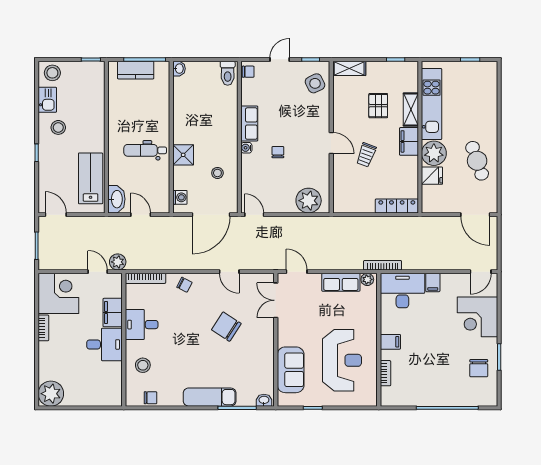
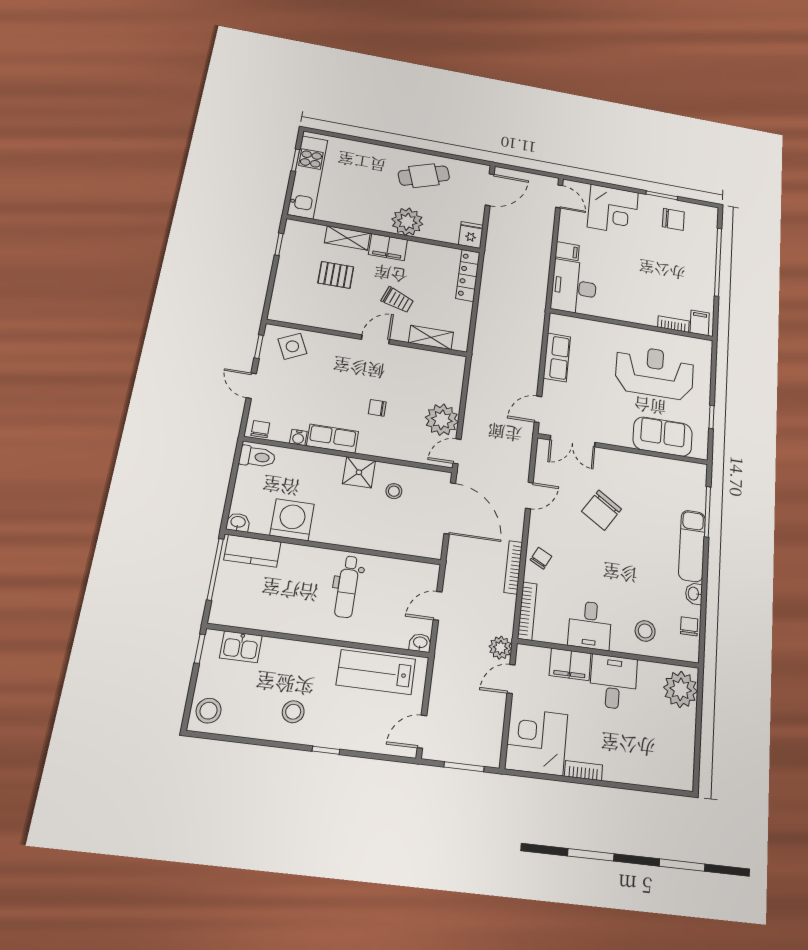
shelving: (349, 68) -> (431, 337), moved, turned 90
kitchen counter: (136, 70) -> (252, 551), moved, turned 90
kitchen sink: (47, 100) -> (241, 647), moved, turned 180
kitchen unit: (432, 104) -> (308, 177), moved, turned 90
water cooler: (246, 148) -> (298, 437), moved
shower: (183, 155) -> (359, 472), moved
fridge: (432, 176) -> (471, 235), moved
washing machine: (180, 197) -> (292, 520), moved, width x1.89, depth x1.89
washbasin: (116, 199) -> (420, 643), width x0.52, depth x0.69
plant: (309, 201) -> (442, 420), moved
bookcase: (383, 265) -> (513, 567), moved
plant: (367, 279) -> (556, 325), removed
filing cabinet: (390, 342) -> (700, 323), moved
plant: (51, 394) -> (681, 689), moved
washbasin: (264, 400) -> (694, 594), moved

